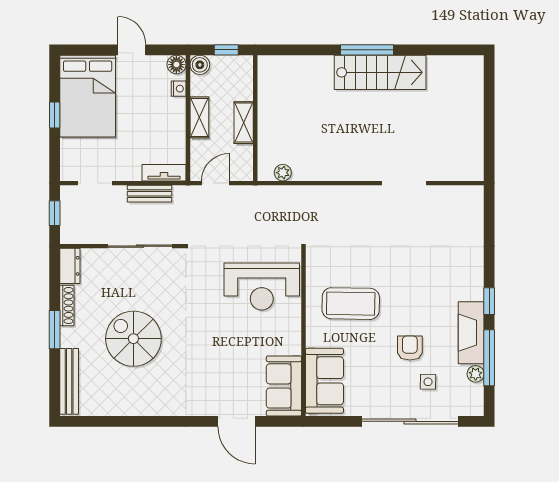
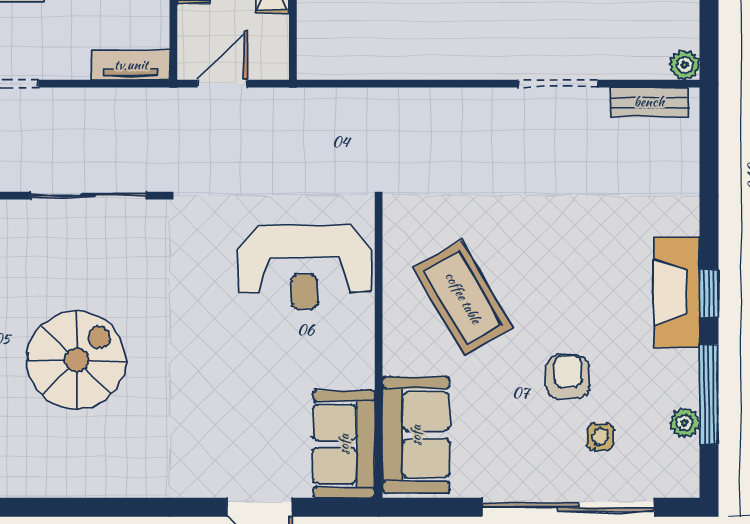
plant: (283, 173) -> (685, 65), moved
bench: (149, 194) -> (649, 102), moved
coffee table: (351, 304) -> (463, 298), turned 59
fireplace: (471, 333) -> (677, 292), moved
spiral stairs: (133, 339) -> (77, 360), turned 90

